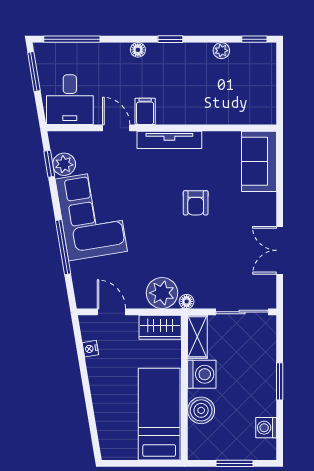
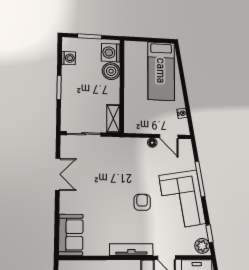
plant: (64, 164) -> (202, 246), moved
armchair: (196, 203) -> (142, 202), moved
plant: (162, 293) -> (136, 148), removed
floor lamp: (187, 301) -> (152, 143), moved
wardrobe: (160, 327) -> (137, 125), removed
washing machine: (202, 374) -> (111, 53), moved
bed: (159, 414) -> (161, 71), moved

